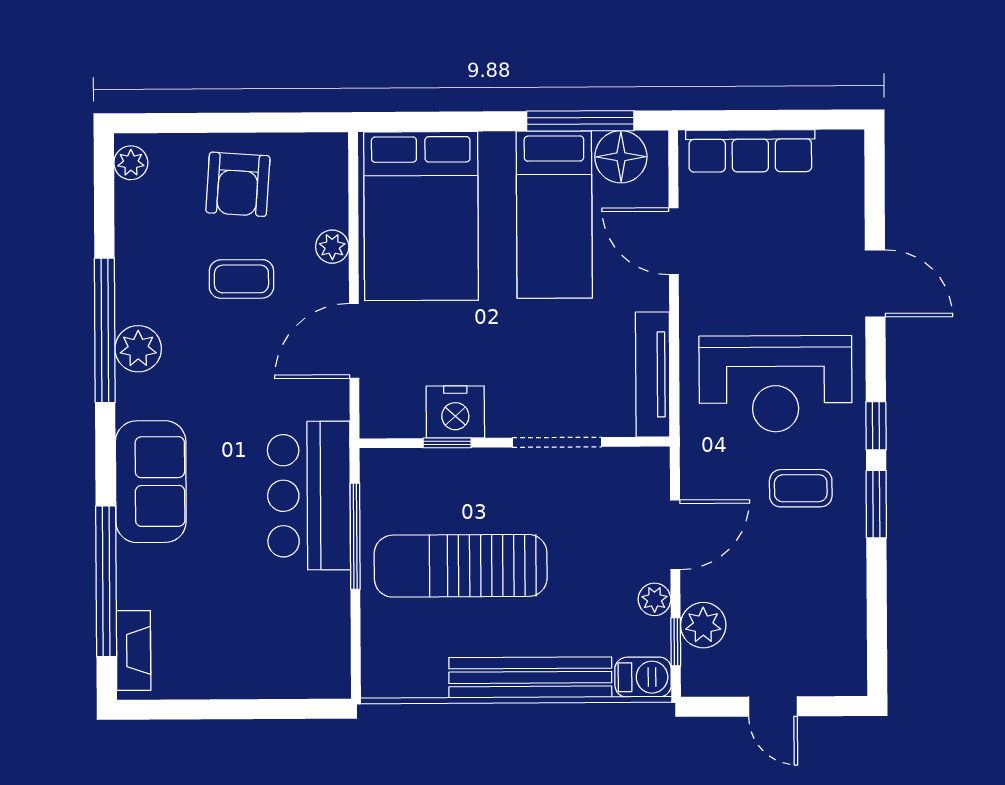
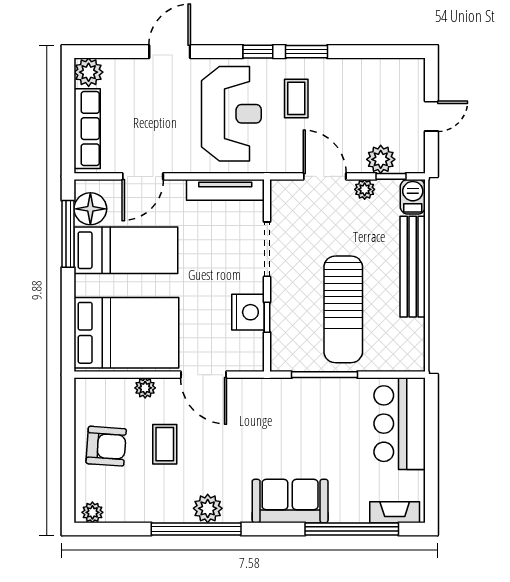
plant: (841, 153) -> (89, 72), added
bar counter: (309, 496) -> (400, 424), moved, turned 90

